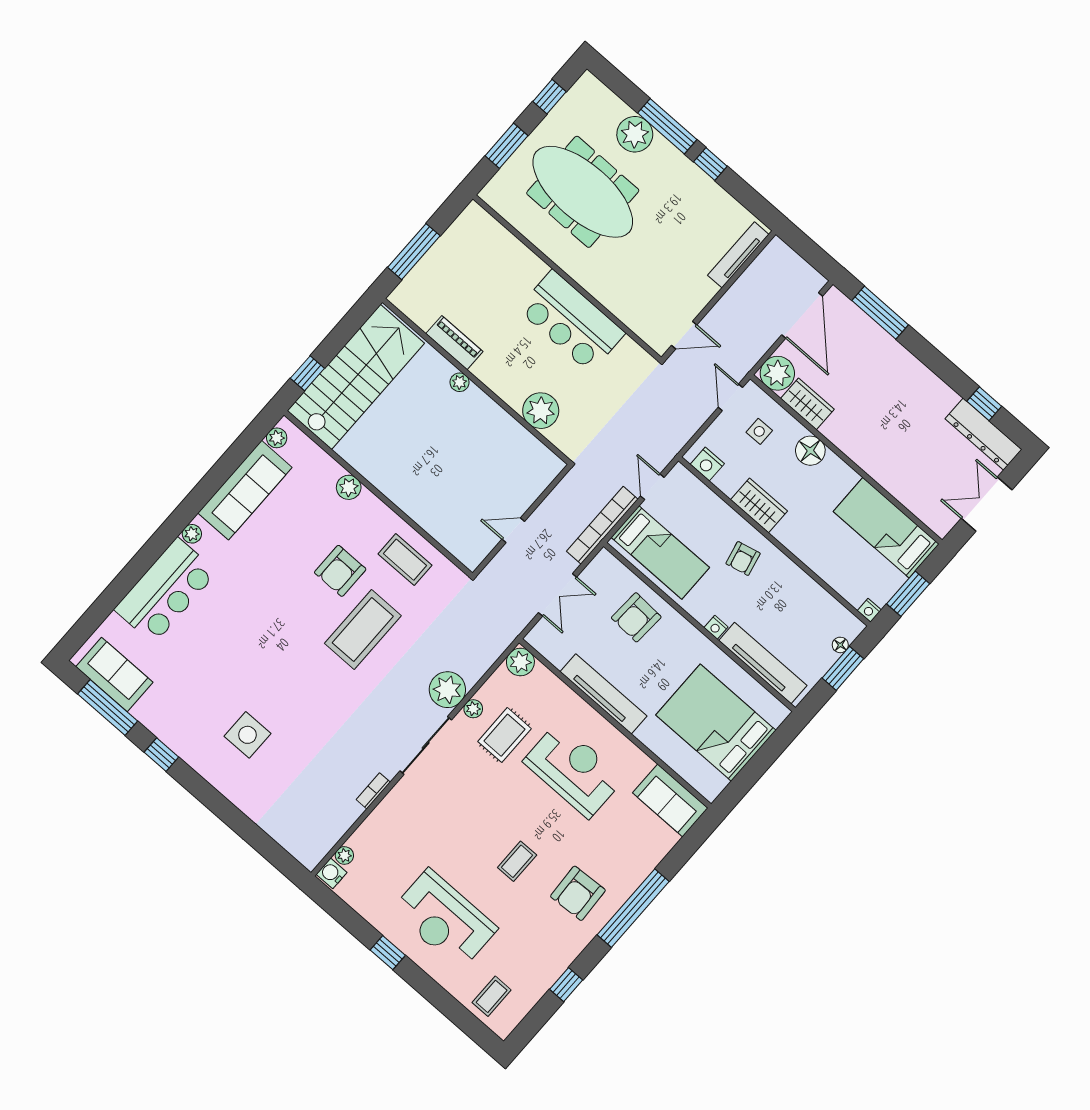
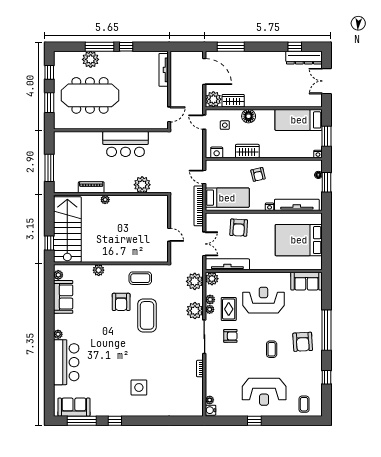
sofa: (245, 490) -> (63, 297), width x0.73
door: (513, 530) -> (169, 235), swing flipped
plant: (489, 642) -> (195, 281), added
plant: (488, 693) -> (210, 300), added
tv unit: (604, 694) -> (227, 264), moved
armchair: (469, 781) -> (230, 336), added

